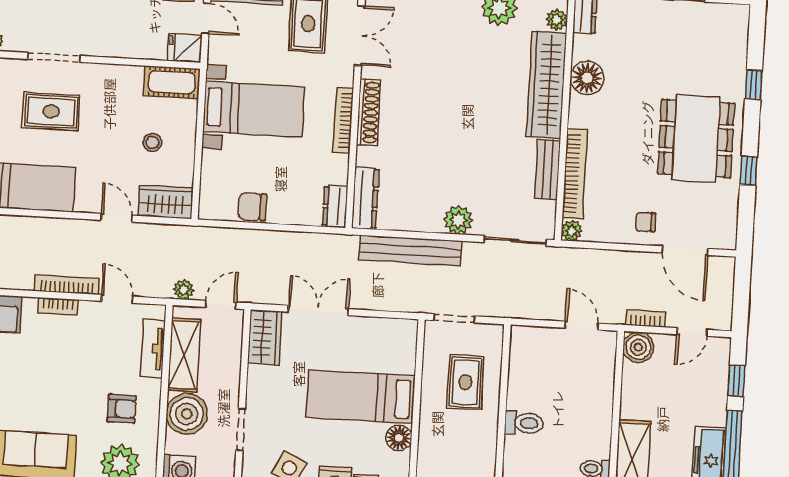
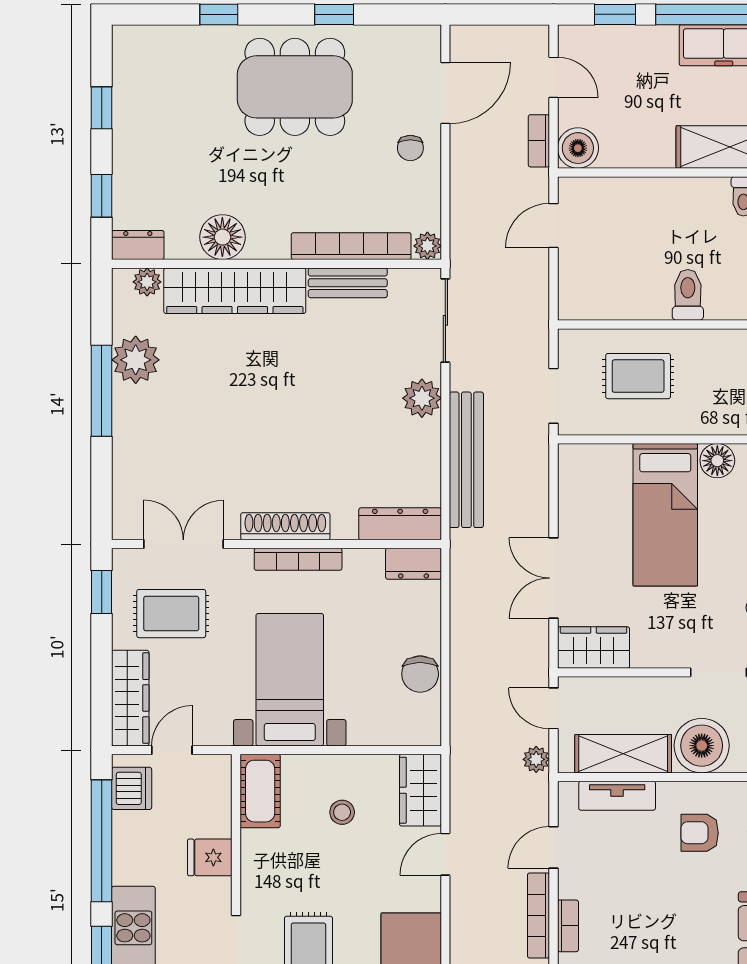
fridge: (185, 48) -> (210, 857), moved, turned 90
armchair: (122, 409) -> (700, 833), turned -90

